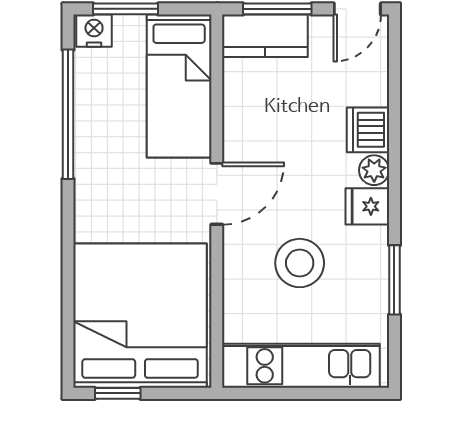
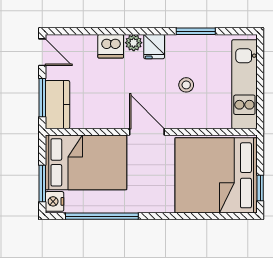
bed: (179, 86) -> (86, 162), width x1.50
stool: (300, 263) -> (186, 85), width x0.53, depth x0.53

